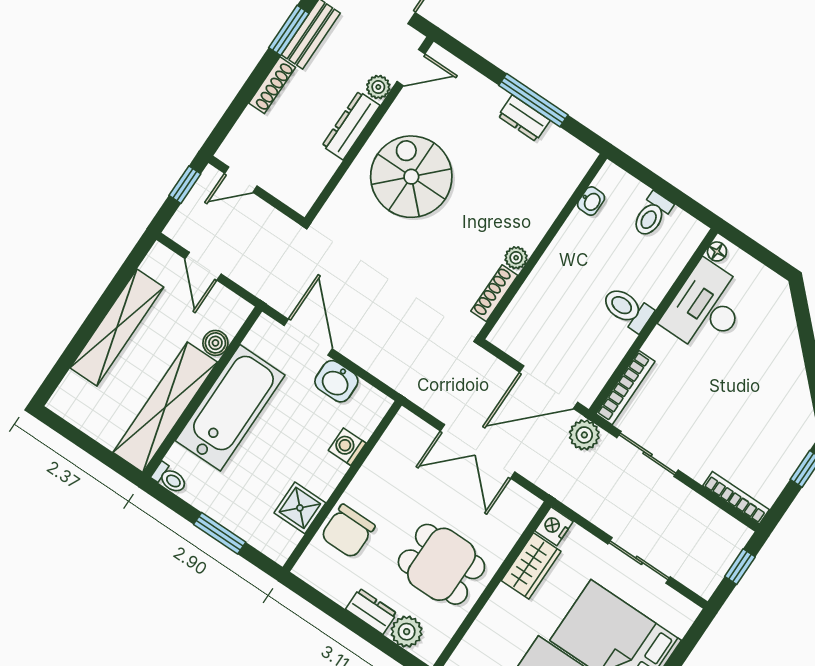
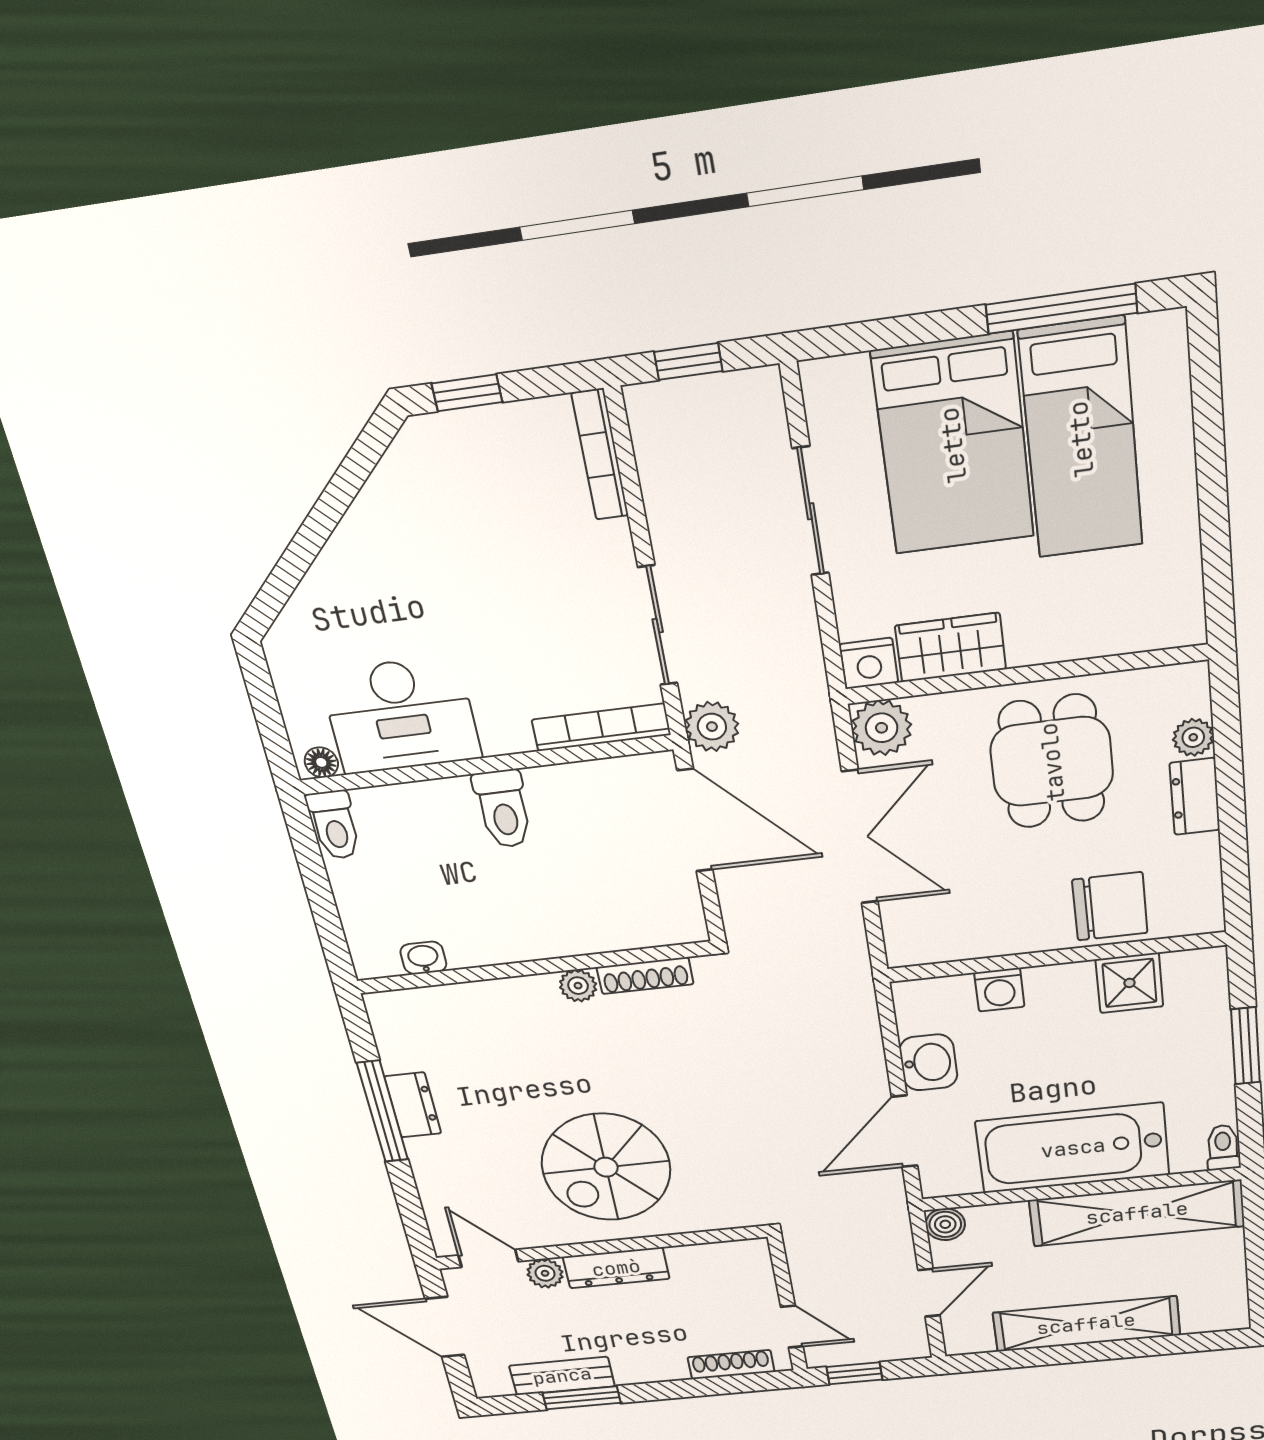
shoe rack: (272, 85) -> (731, 1365), moved
toilet: (652, 215) -> (334, 825), moved, turned 90
boiler: (215, 343) -> (945, 1224), moved
plant: (520, 506) -> (882, 728), added
plant: (407, 632) -> (1193, 737), width x0.73, depth x0.73

